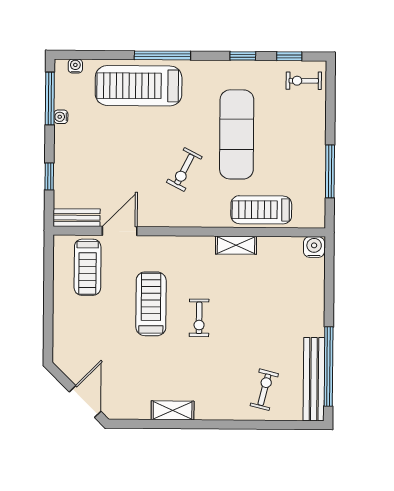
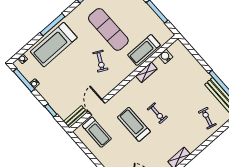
water cooler: (314, 247) -> (165, 56), moved

